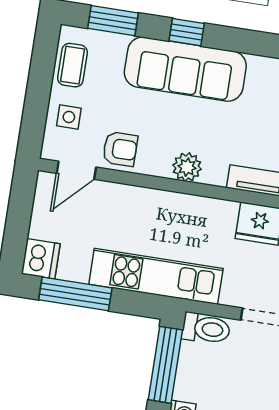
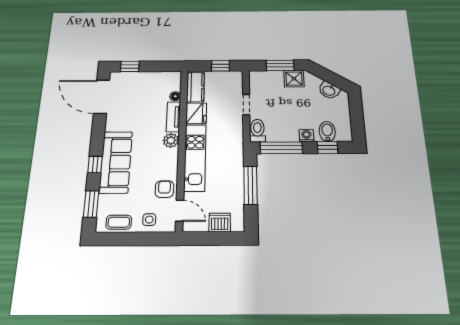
plant: (187, 167) -> (171, 140), moved
dishwasher: (41, 259) -> (220, 223), moved
kitchen unit: (156, 276) -> (195, 157), moved, turned 180
window: (75, 294) -> (251, 185), moved

